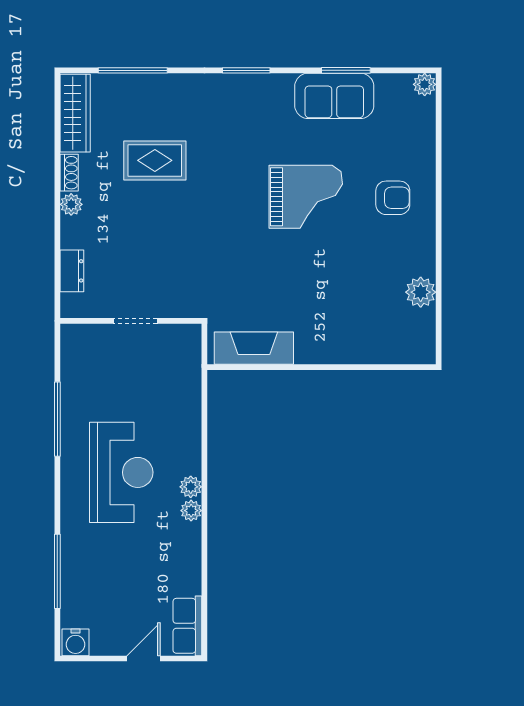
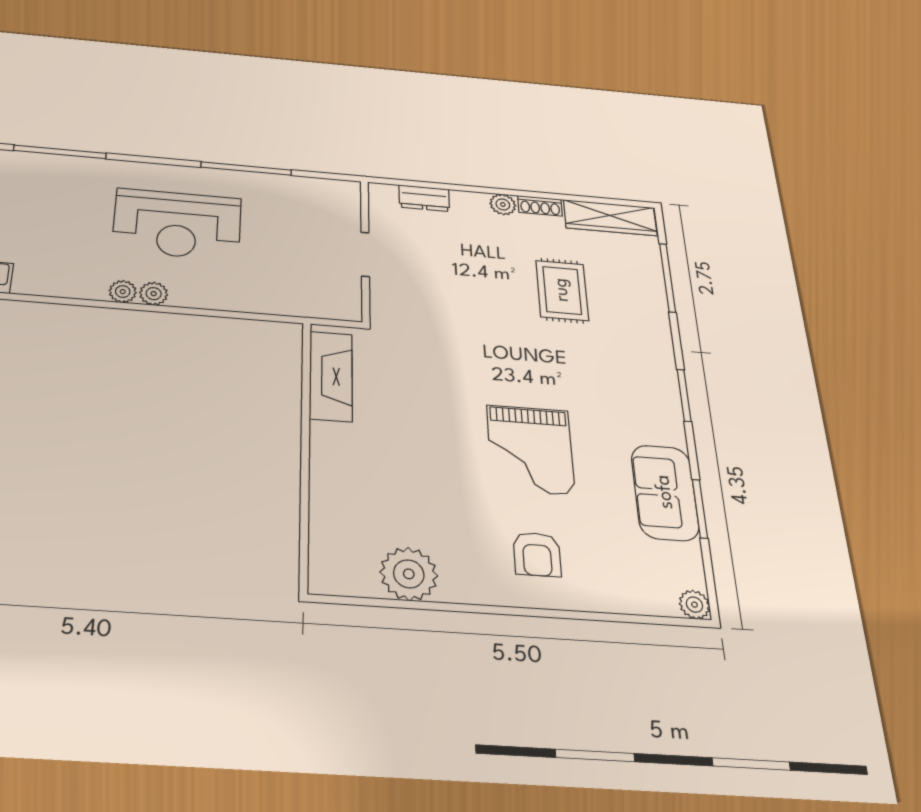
plant: (421, 292) -> (409, 574), width x1.36, depth x1.36

